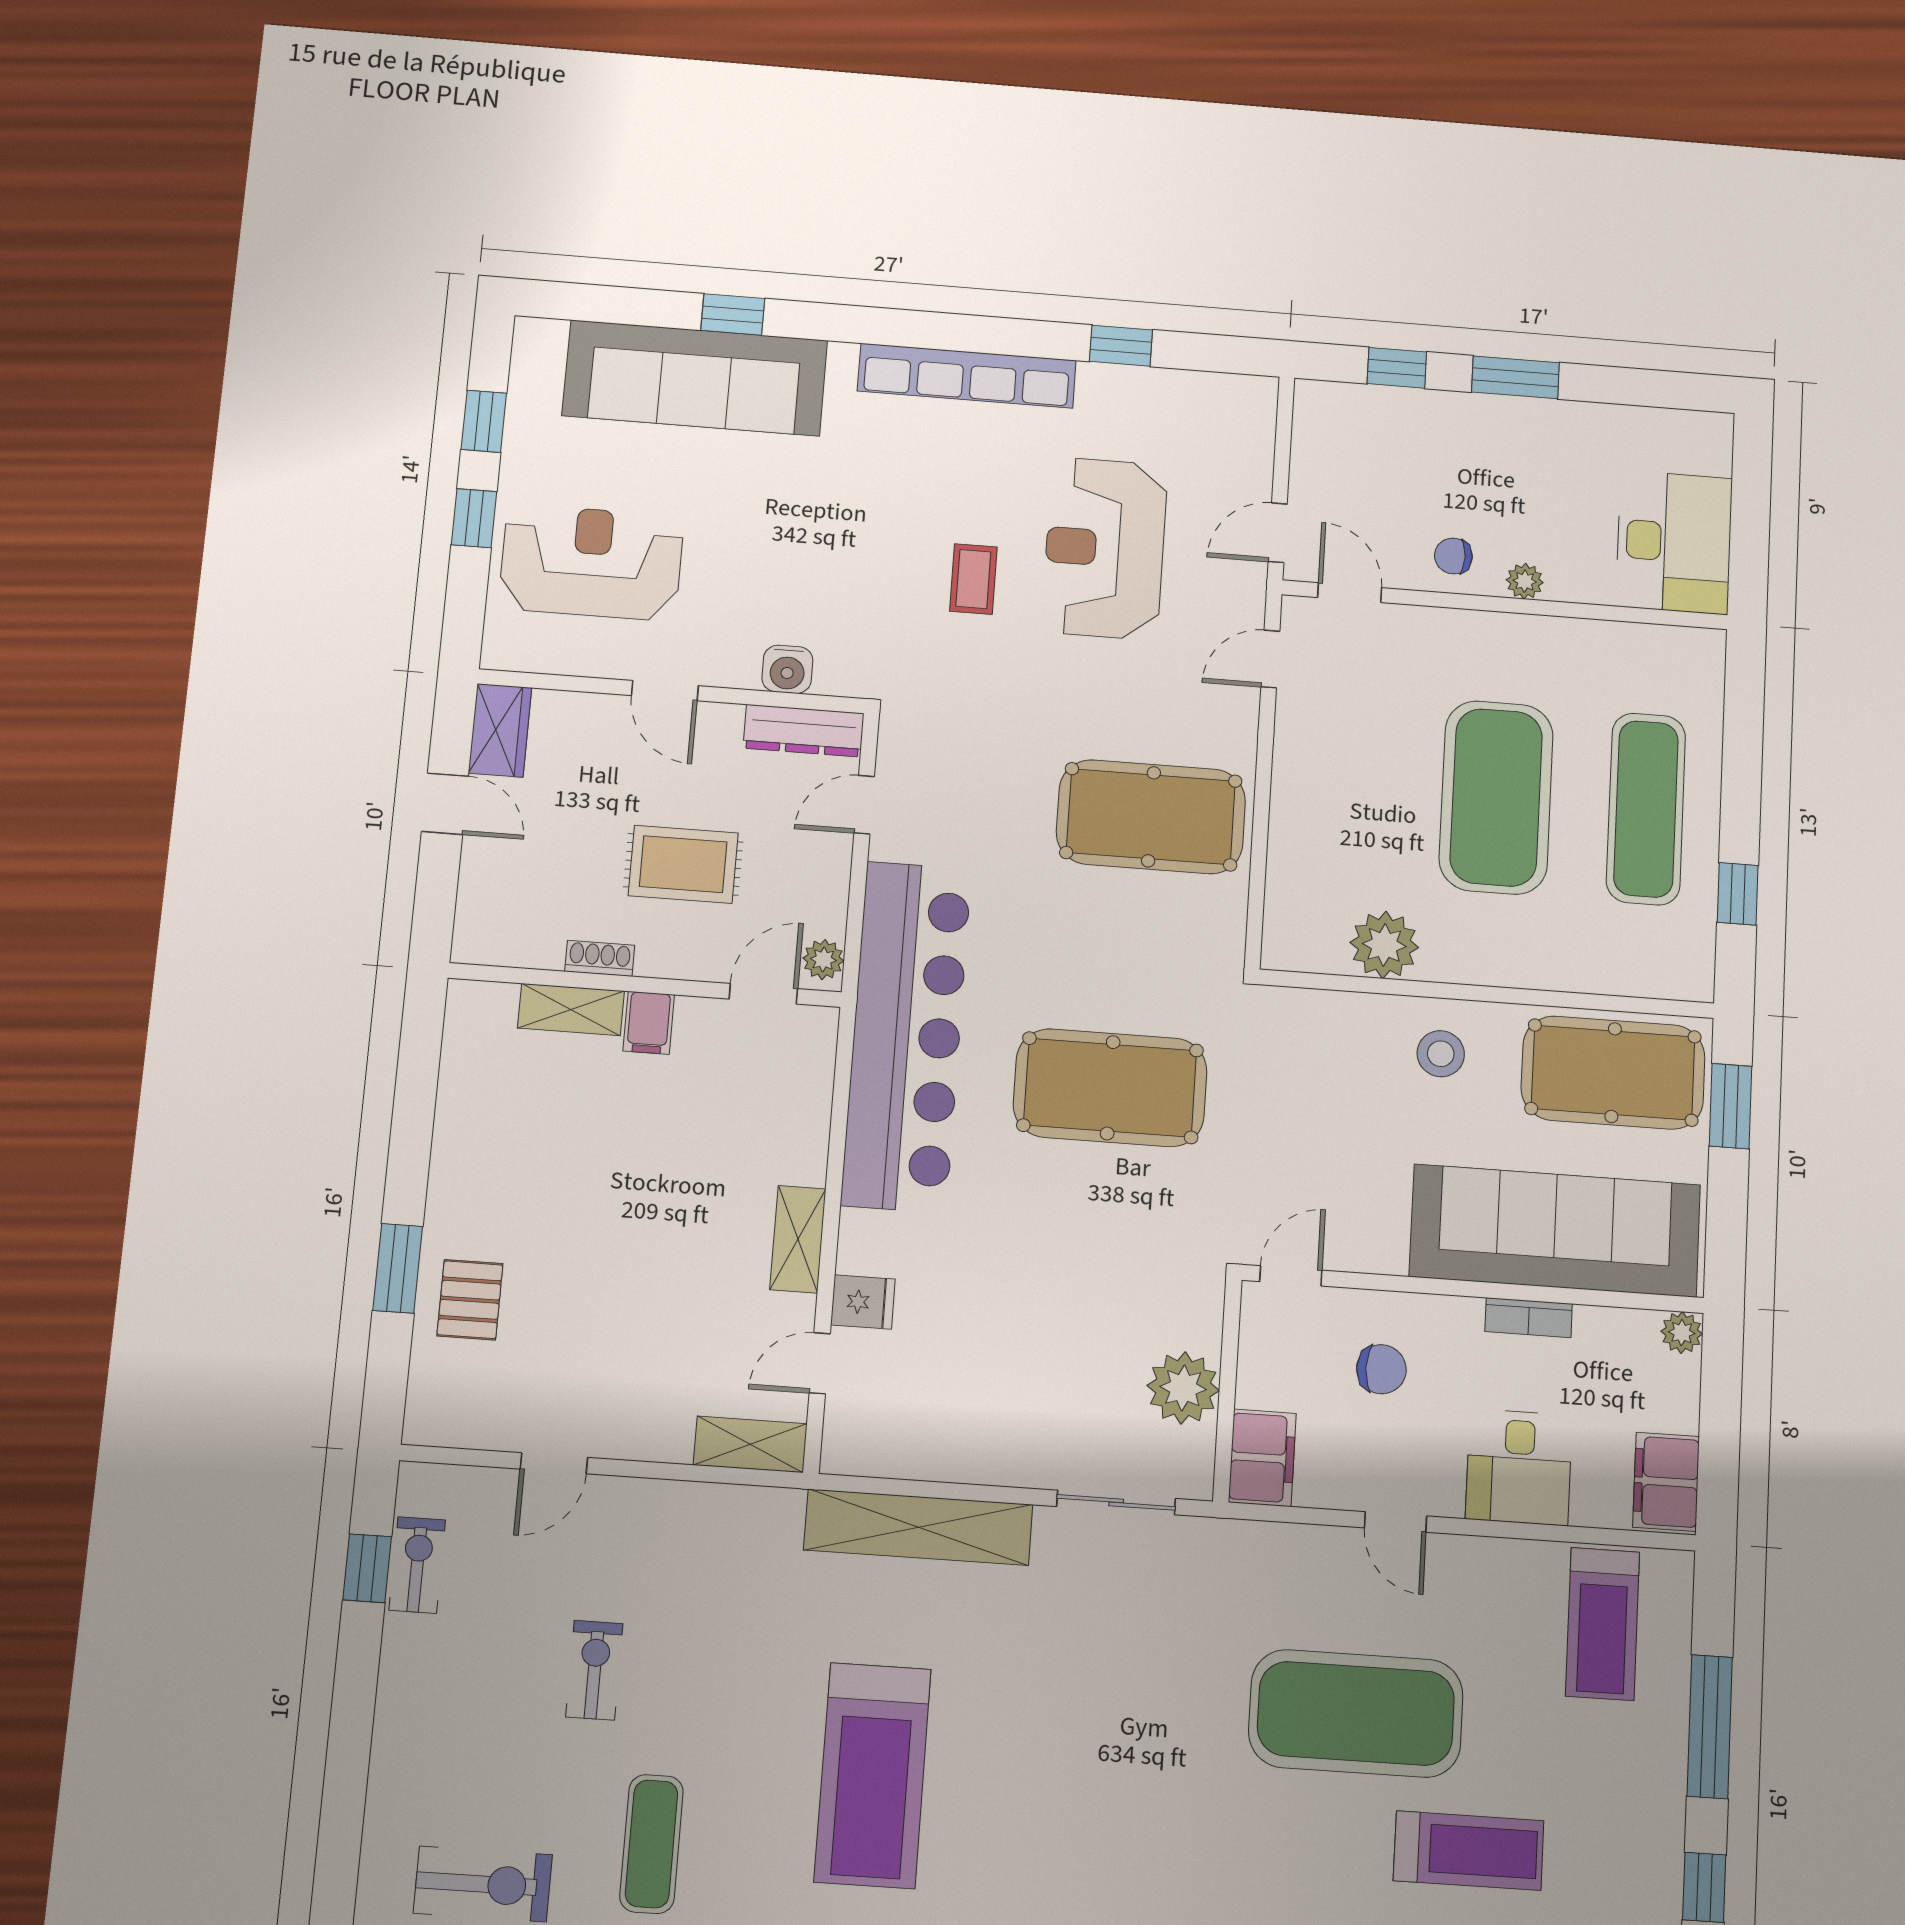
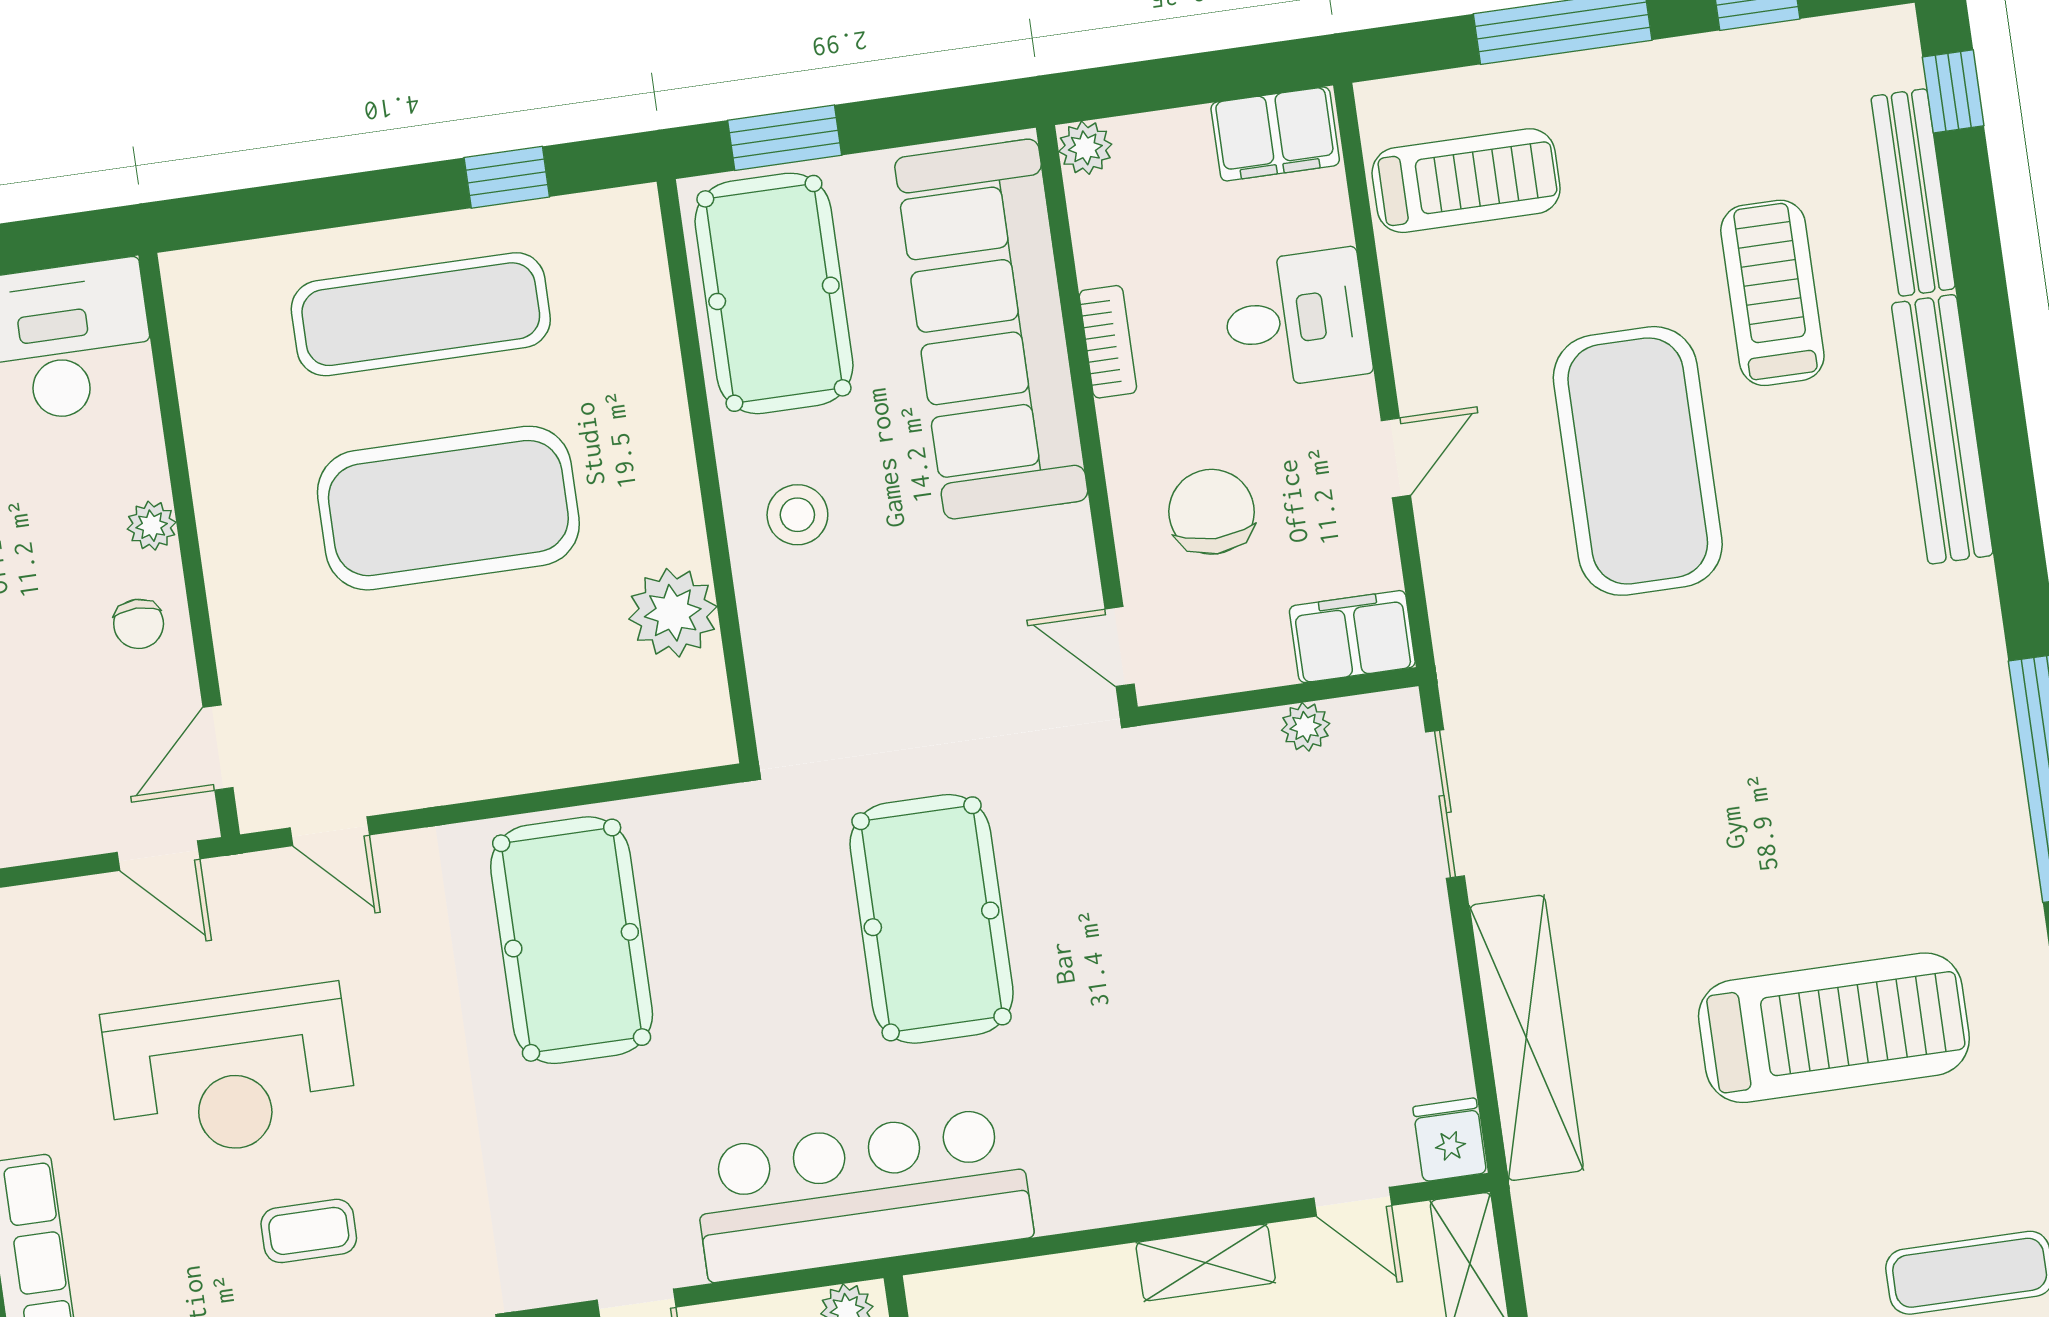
bar counter: (906, 1036) -> (862, 1194), width x0.73
fridge: (863, 1302) -> (1450, 1140), moved
chair: (1381, 1369) -> (1212, 512), width x1.37, depth x1.37
plant: (1183, 1388) -> (1306, 727), width x0.53, depth x0.53

